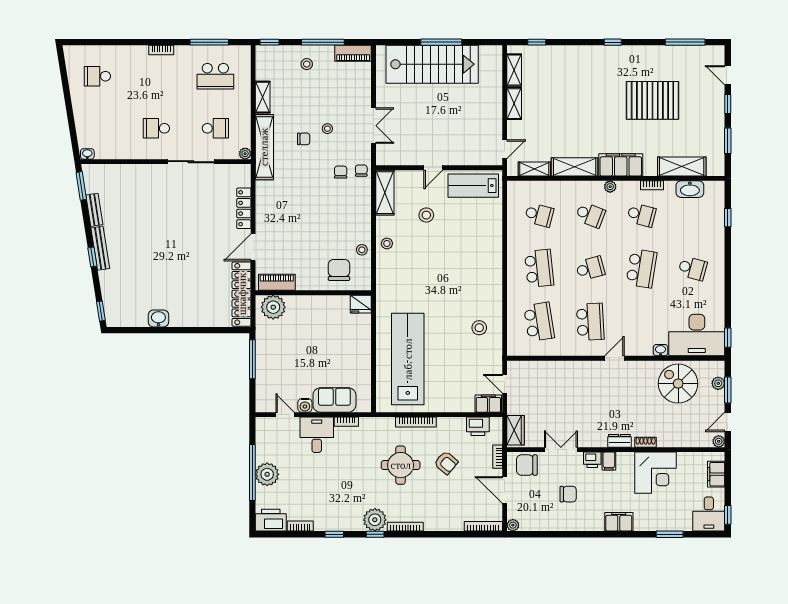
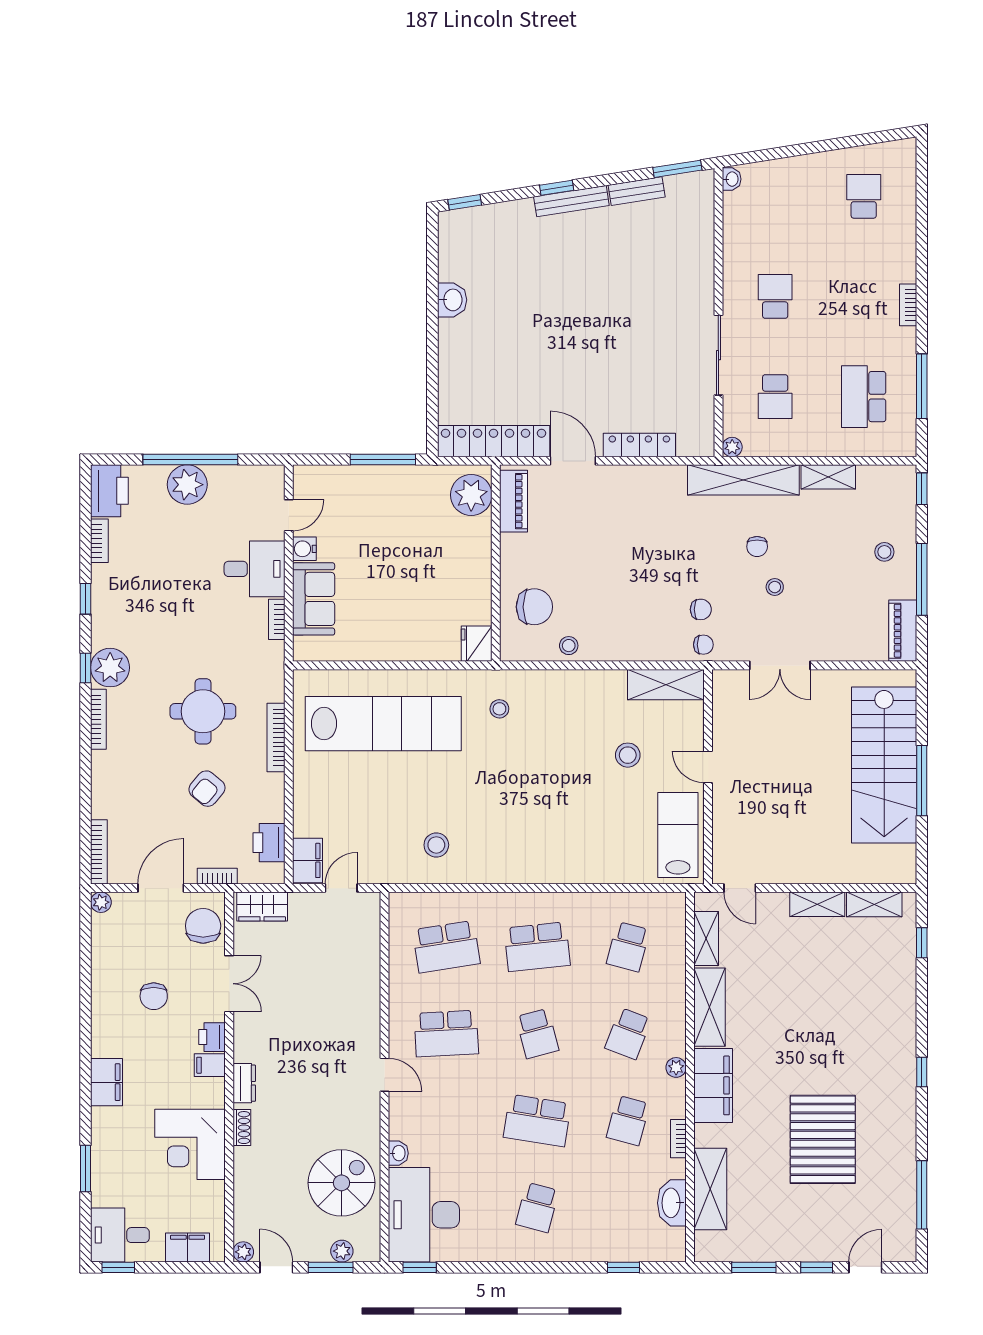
stool: (387, 243) -> (499, 709), moved

